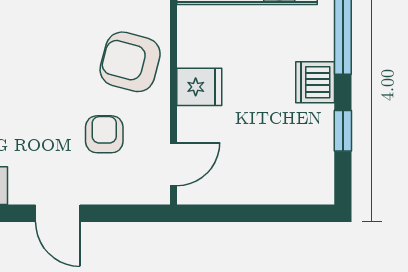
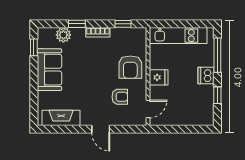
armchair: (130, 62) -> (130, 67), turned -105
armchair: (104, 134) -> (120, 97), turned 90

